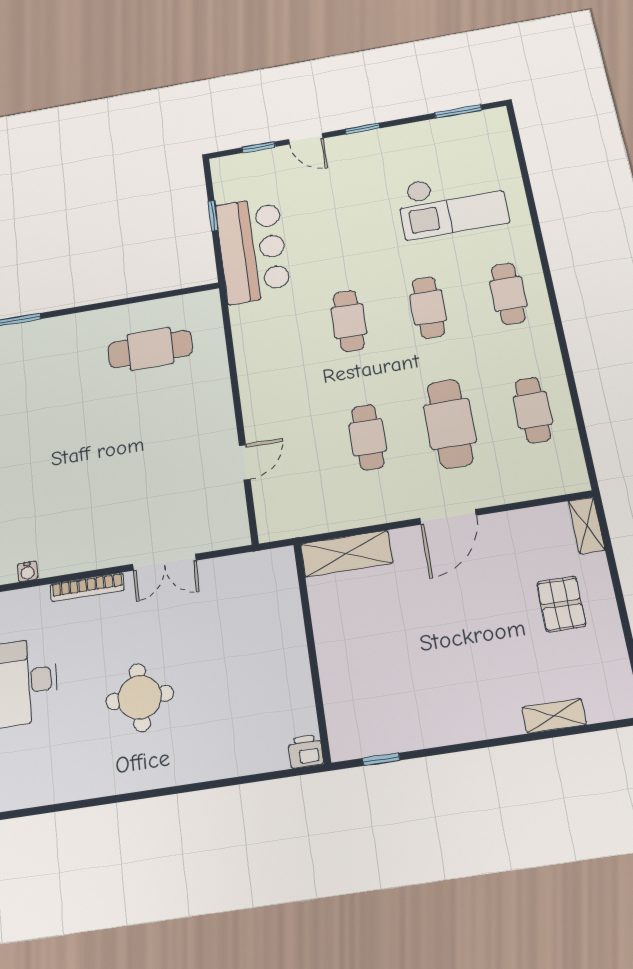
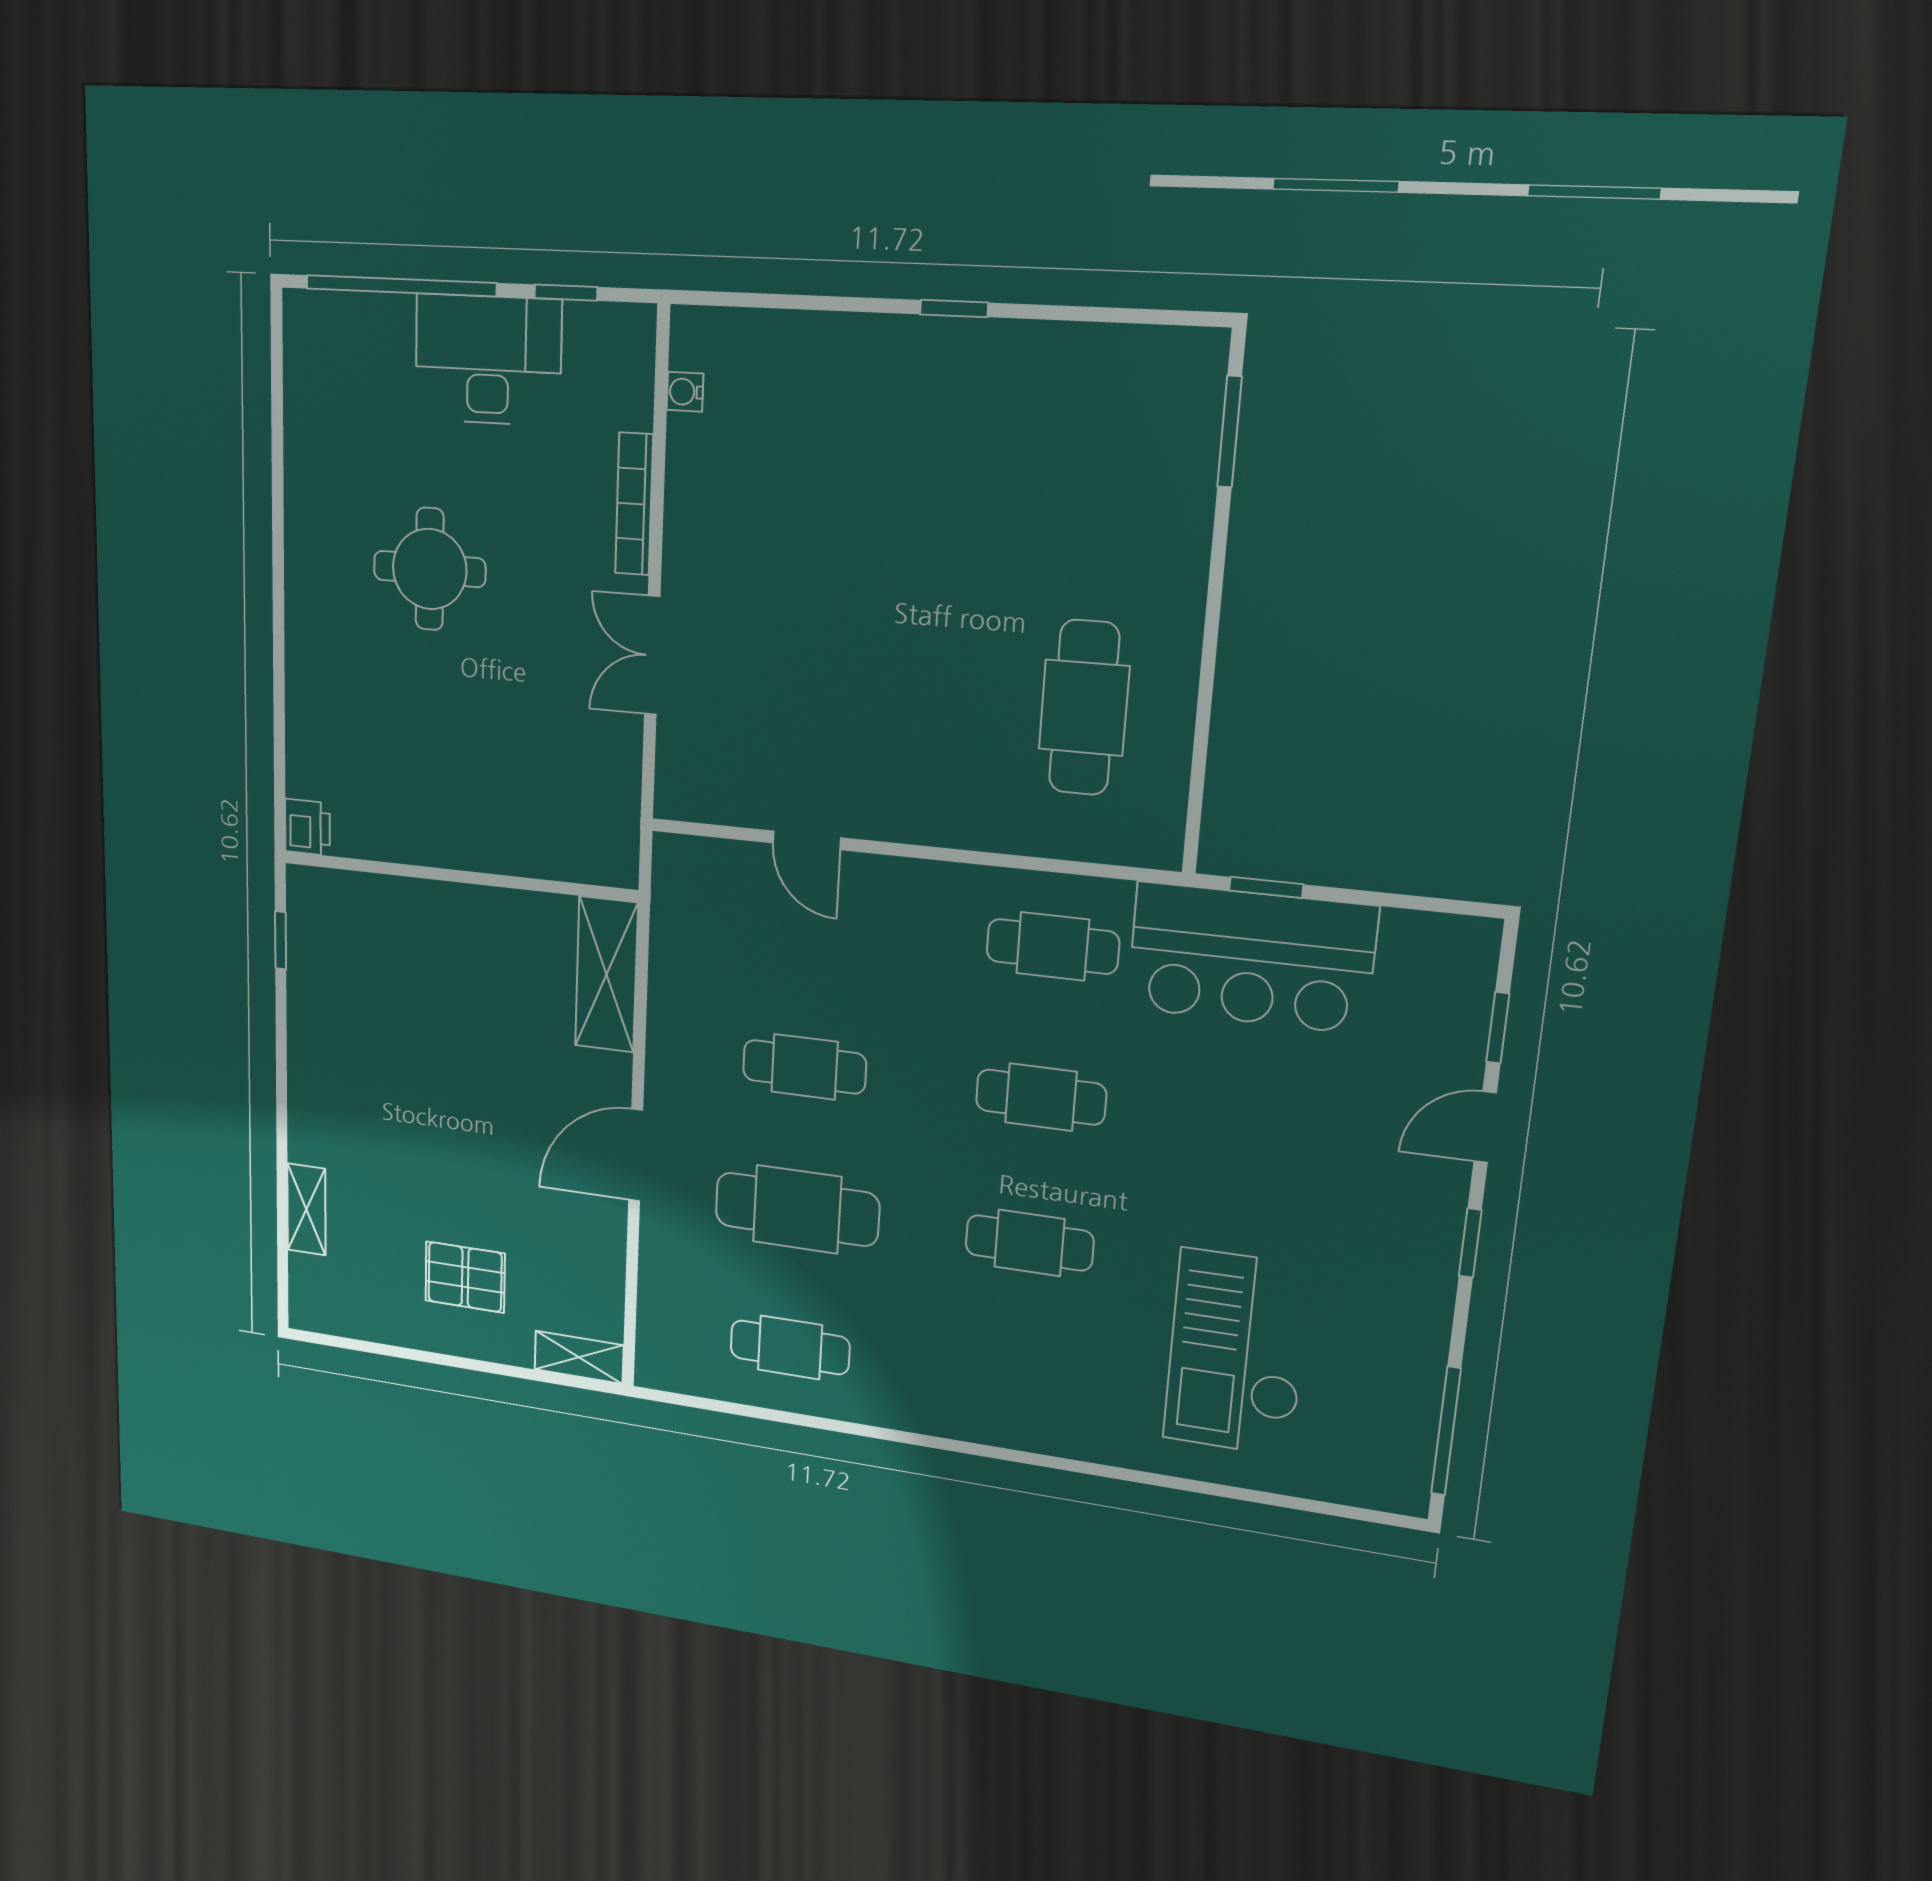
window: (458, 112) -> (1446, 1431), width x1.44
window: (213, 216) -> (1266, 887), moved
cafe table: (508, 294) -> (1053, 946), moved
door: (448, 517) -> (636, 1155), hinge flipped

